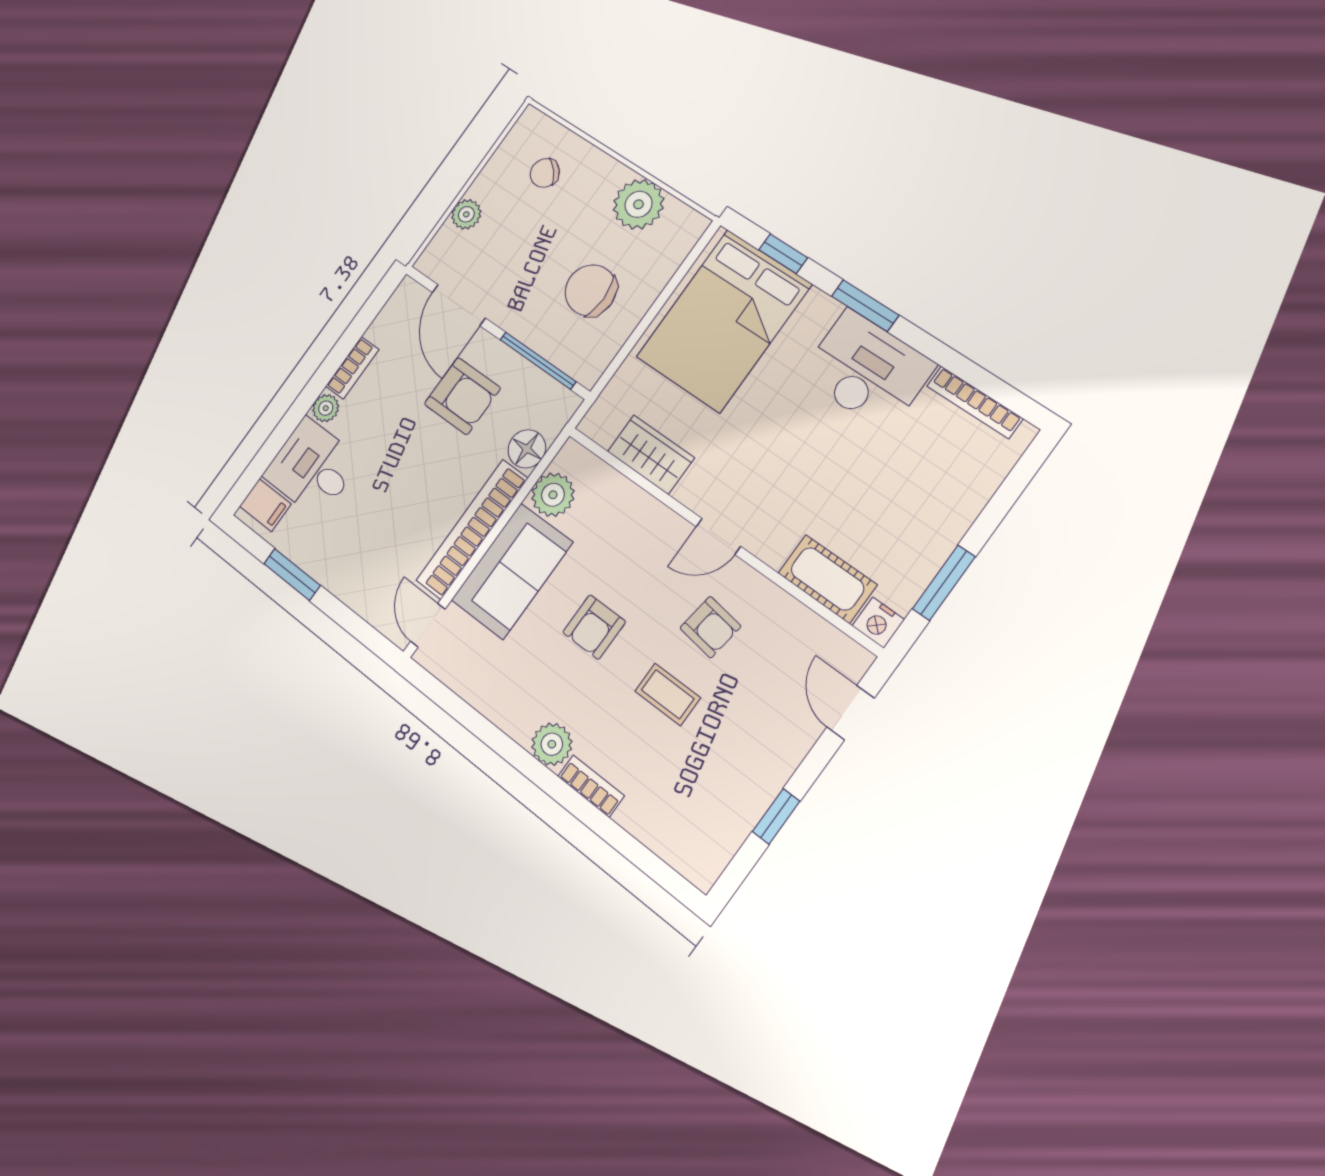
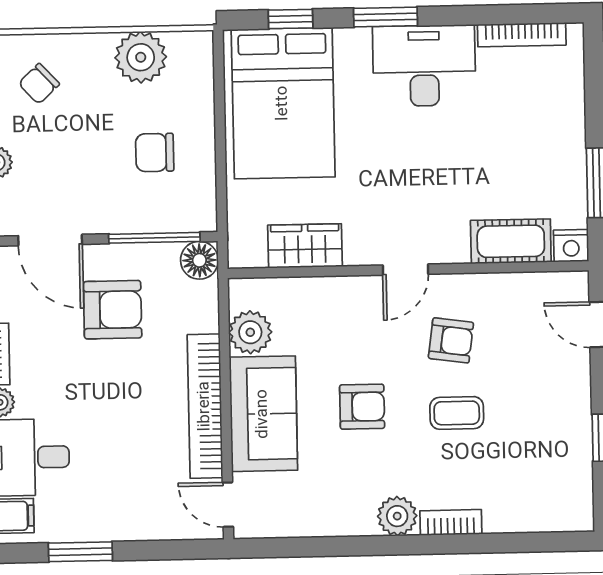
chair: (591, 290) -> (155, 152), width x0.73, depth x0.73
floor lamp: (527, 449) -> (199, 260), moved
armchair: (594, 627) -> (362, 407), turned -90

